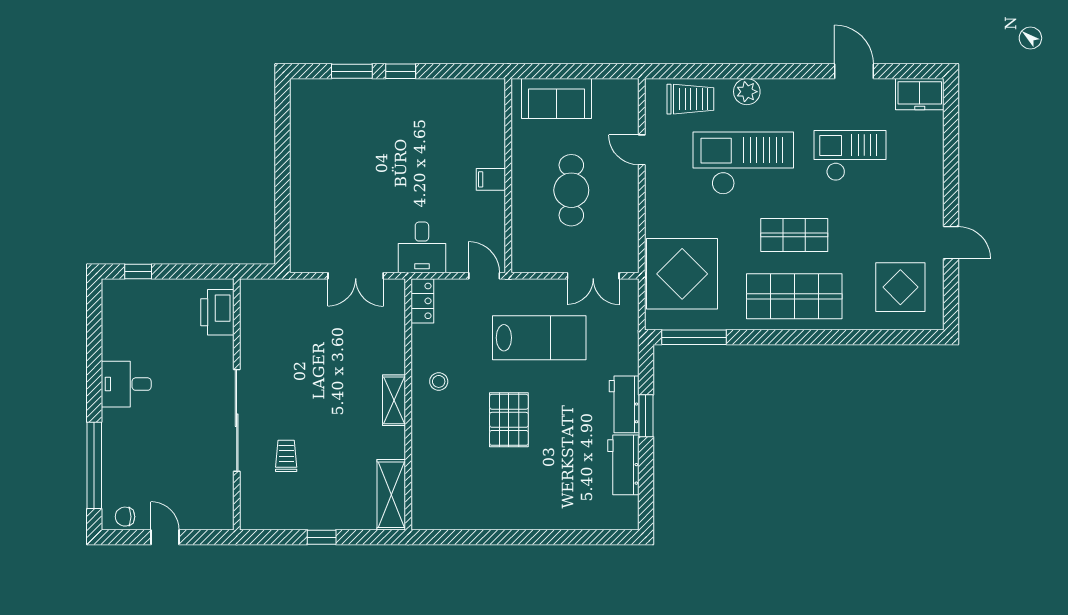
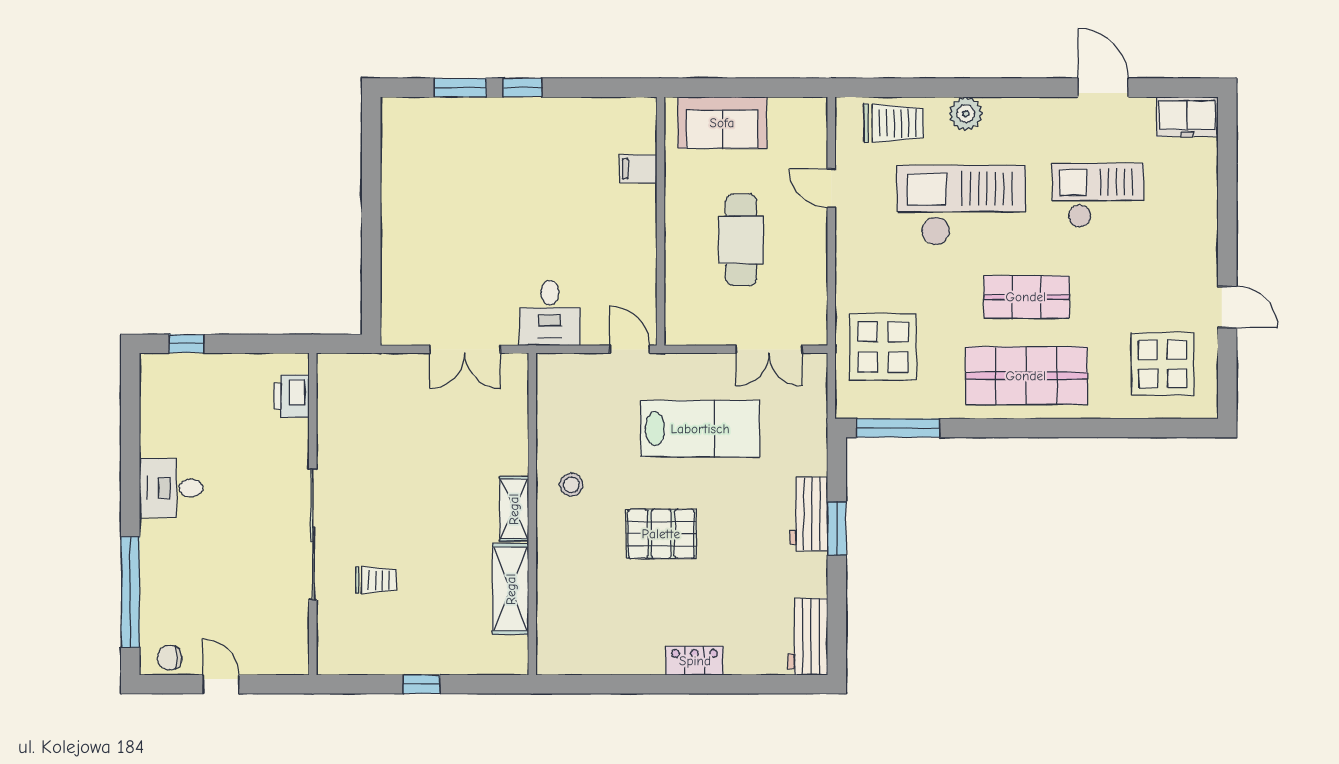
filing cabinet: (491, 179) -> (638, 169), moved
display table: (682, 274) -> (883, 347), width x0.73, depth x0.73
locker: (422, 301) -> (695, 661), moved, turned -90
printer: (217, 312) -> (291, 396), width x0.73, depth x0.84
pallet: (509, 420) -> (661, 534), turned 90
trolley: (286, 456) -> (376, 580), turned 90
workbench: (623, 465) -> (808, 637), moved
shelving: (391, 495) -> (511, 589), moved

